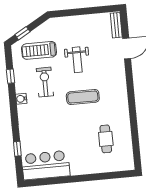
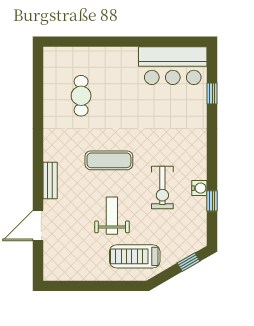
bench: (116, 25) -> (50, 181), moved
treadmill: (39, 50) -> (135, 256), moved, turned 180
water cooler: (21, 99) -> (199, 188), moved

